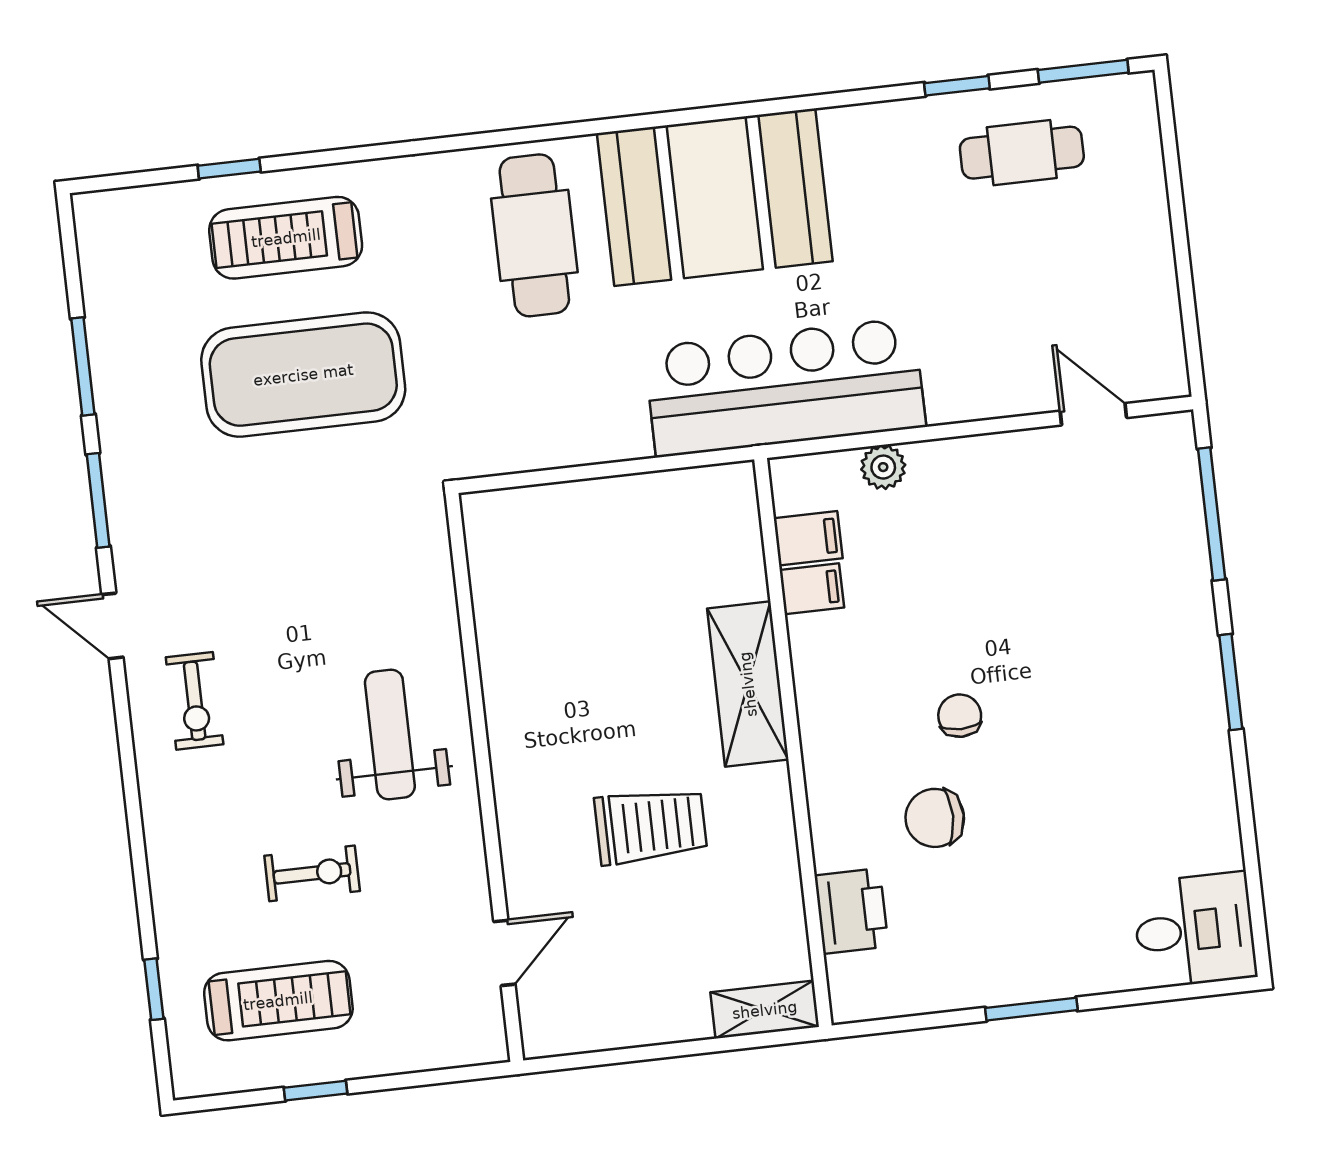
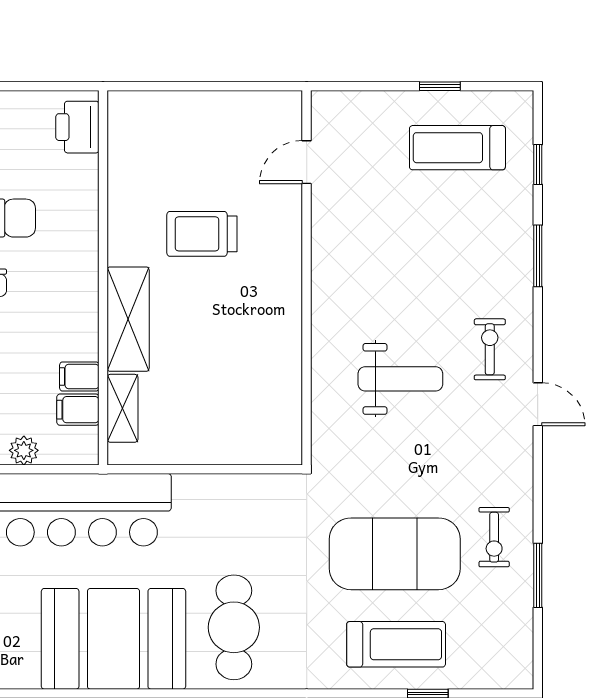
window: (98, 500) -> (538, 256), moved
weight bench: (390, 734) -> (400, 379), moved, turned -90
exercise bike: (312, 873) -> (494, 537), moved, turned -90
printer: (851, 911) -> (77, 127), moved
shelving: (765, 1010) -> (123, 408), moved, turned 90

